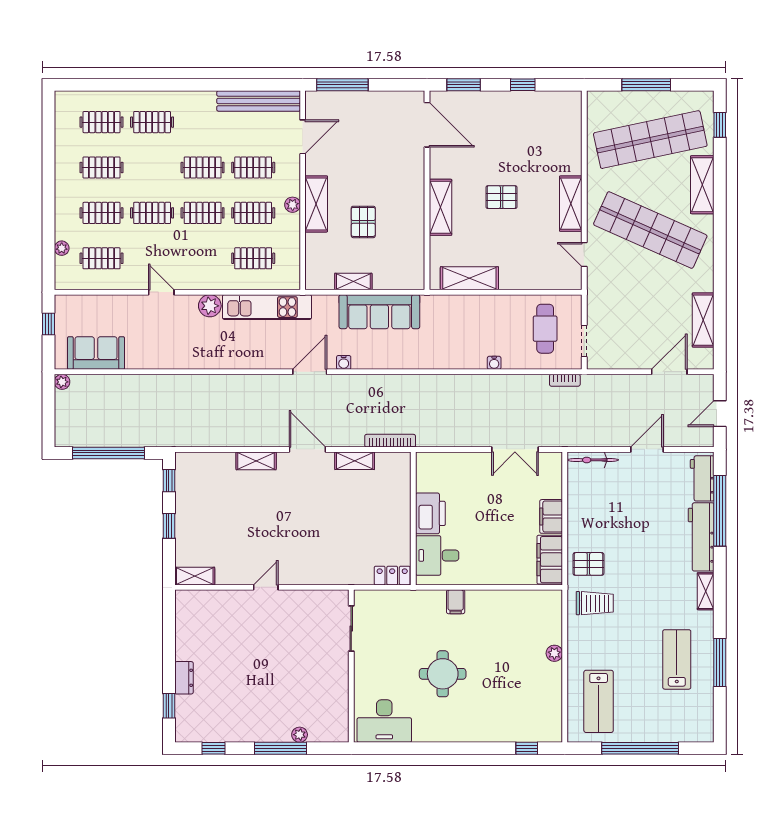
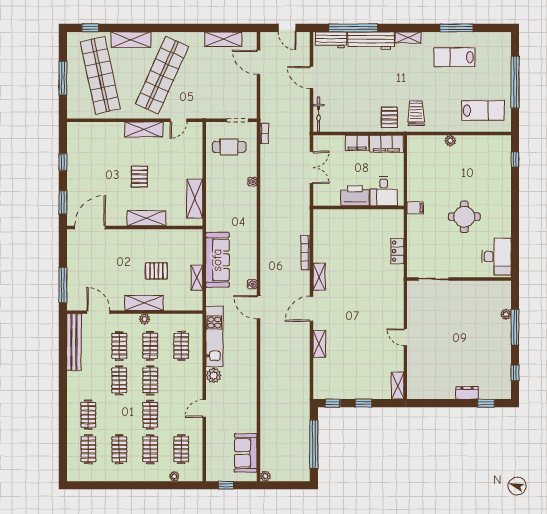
printer: (430, 513) -> (355, 196), moved
wall: (413, 518) -> (358, 208), moved
desk: (437, 555) -> (384, 191), moved

